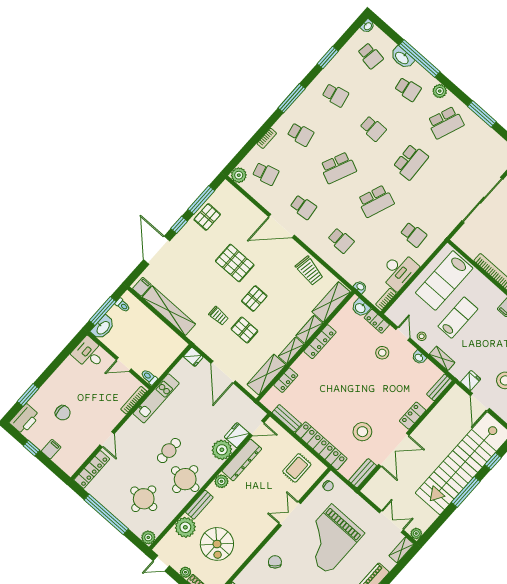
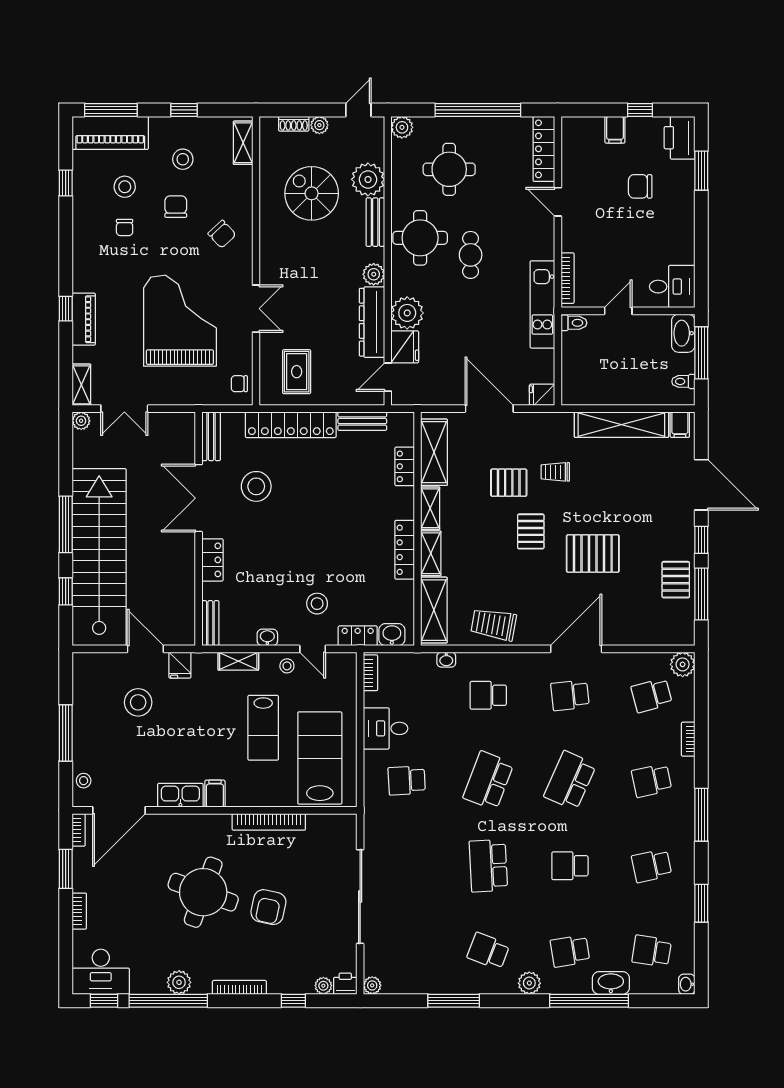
school desk: (446, 123) -> (488, 951), width x0.54
desk: (399, 271) -> (386, 728), width x0.73
washbasin: (360, 287) -> (446, 660), moved

